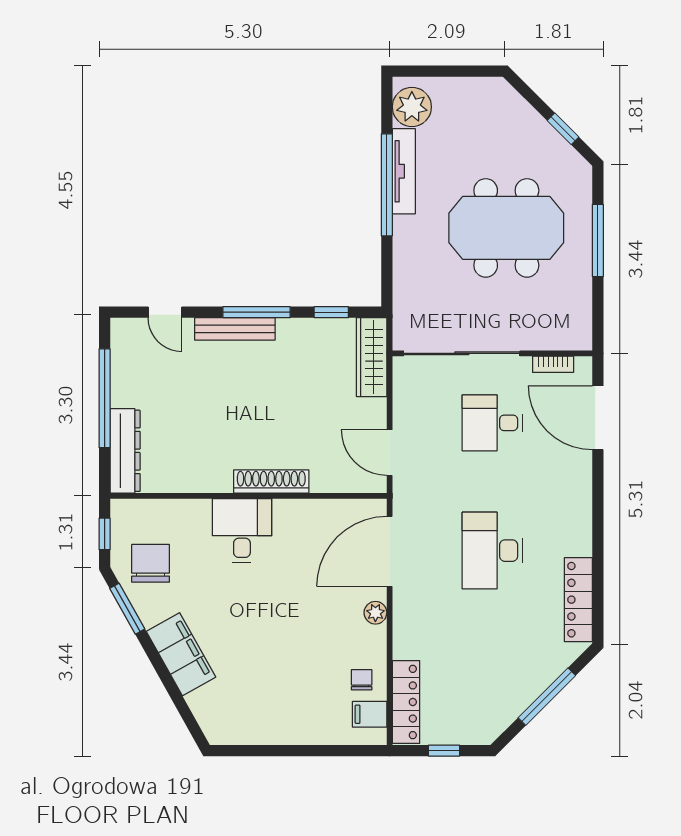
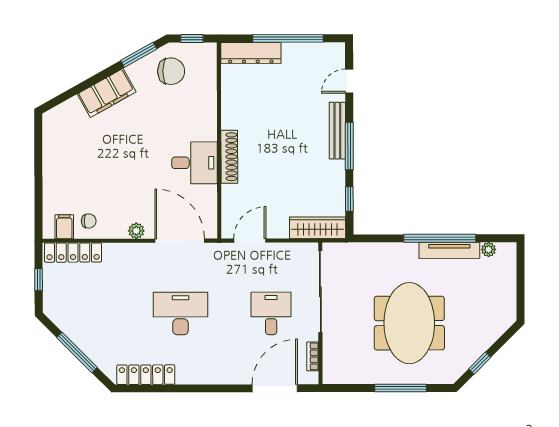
plant: (412, 107) -> (489, 249), width x0.53, depth x0.53
desk: (242, 531) -> (194, 163), moved

